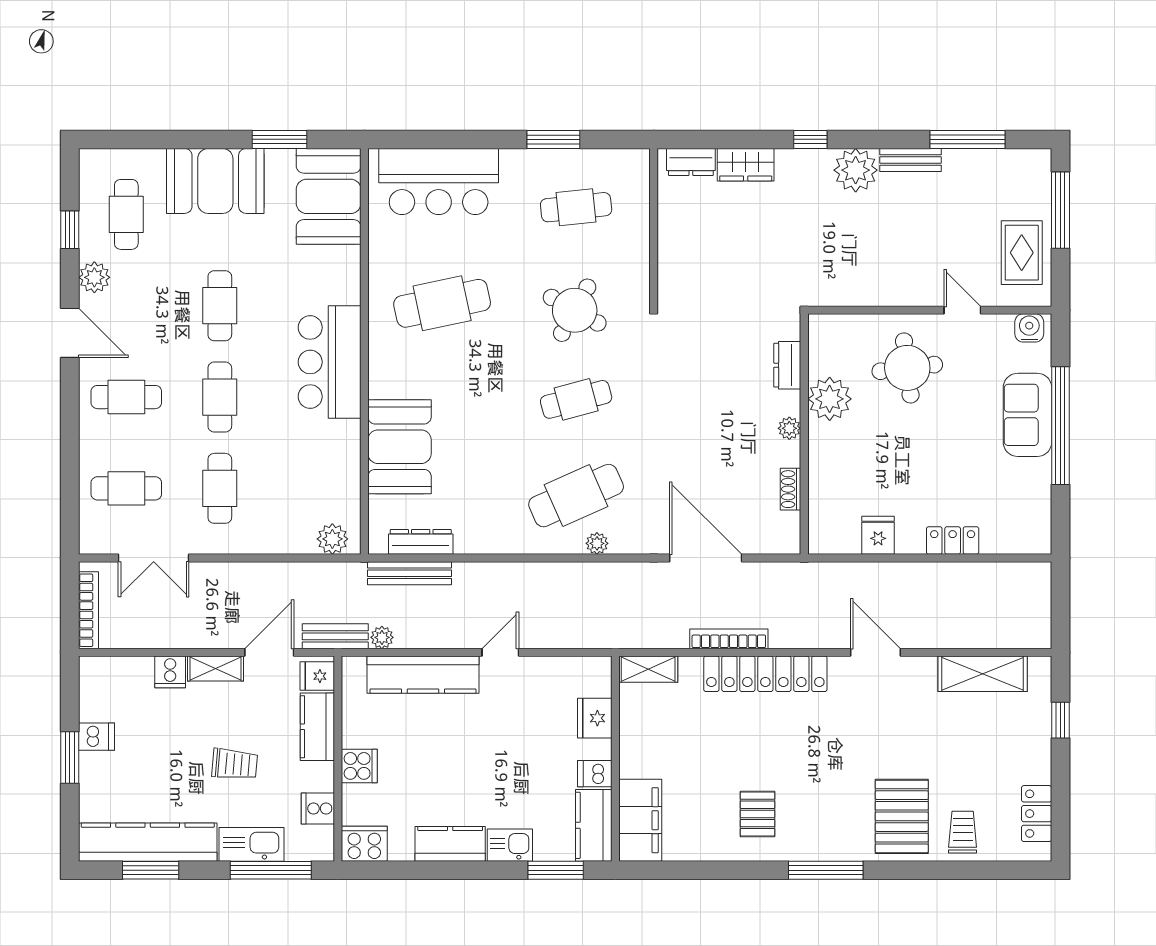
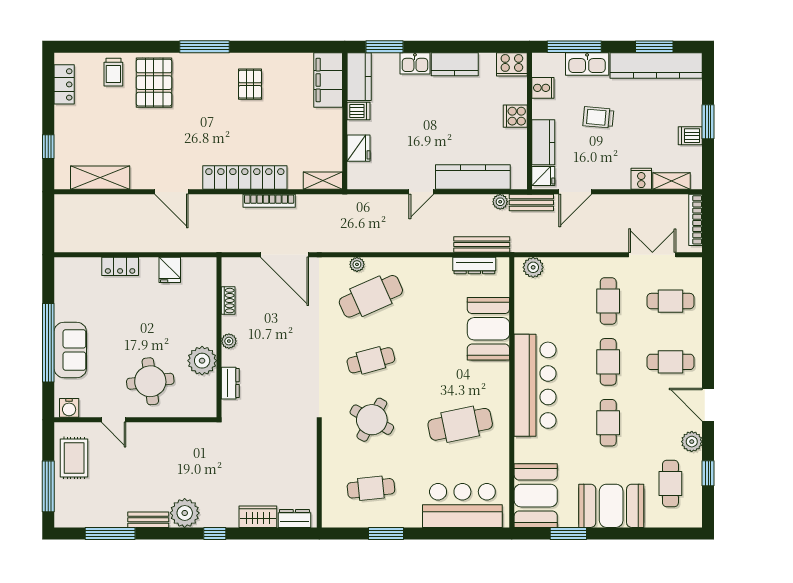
bar counter: (330, 362) -> (535, 385), width x1.36
shelving: (216, 669) -> (671, 181), moved

